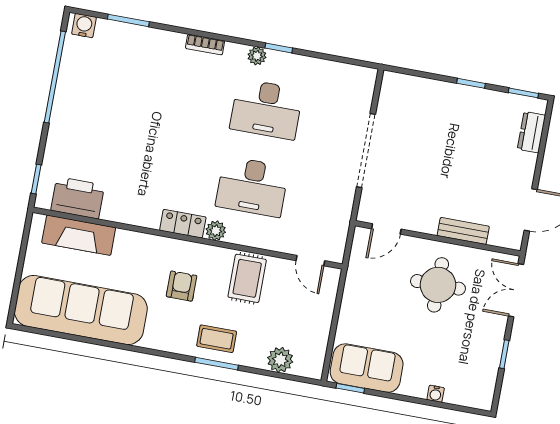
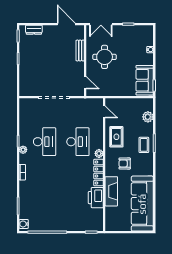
printer: (78, 198) -> (96, 198), moved
locker: (183, 224) -> (99, 173), width x1.53
fireplace: (79, 235) -> (111, 191), moved
door: (310, 261) -> (104, 112), hinge flipped
rug: (247, 278) -> (116, 137), turned 90

